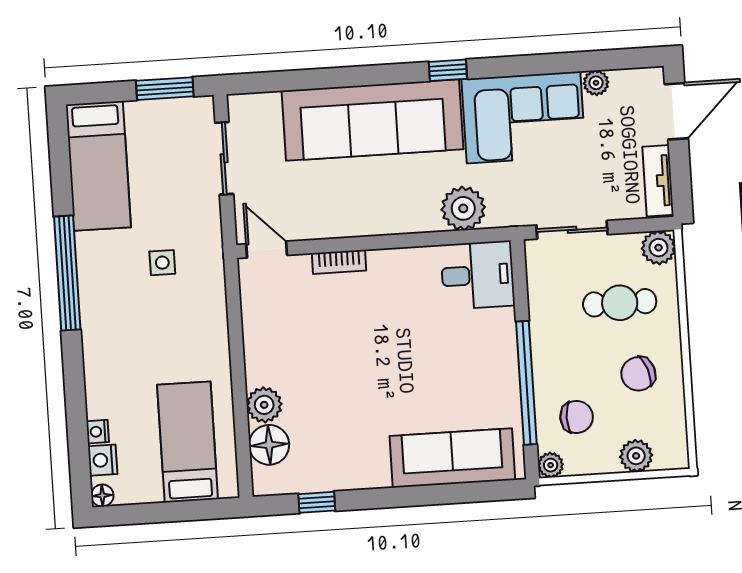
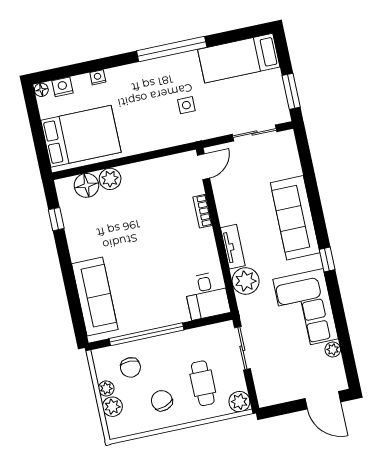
sofa: (373, 120) -> (295, 218), width x0.74, depth x0.79
tv unit: (658, 181) -> (233, 247), moved, turned 90
nightstand: (98, 432) -> (98, 77), moved
bed: (188, 442) -> (81, 136), width x1.50
plant: (551, 465) -> (106, 388), moved

